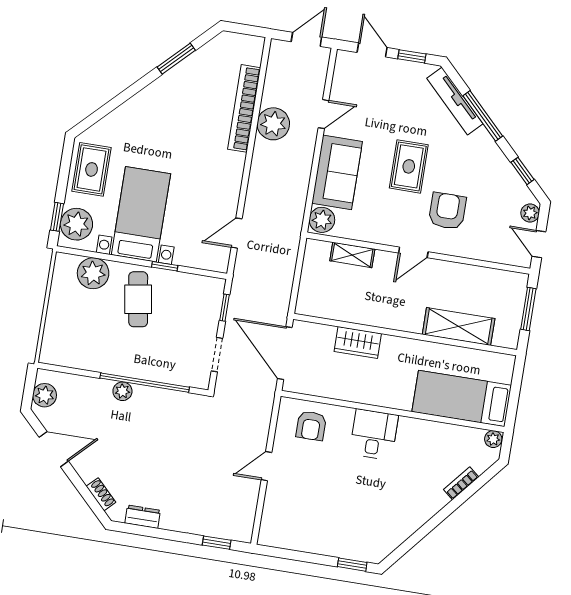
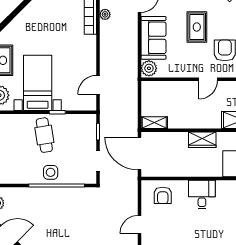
plant: (273, 124) -> (105, 14), width x0.53, depth x0.53
shelving: (352, 255) -> (154, 123), moved
plant: (93, 273) -> (14, 124), removed
wardrobe: (358, 342) -> (202, 140), moved
side table: (138, 360) -> (51, 172), added
plant: (122, 391) -> (44, 193), removed

